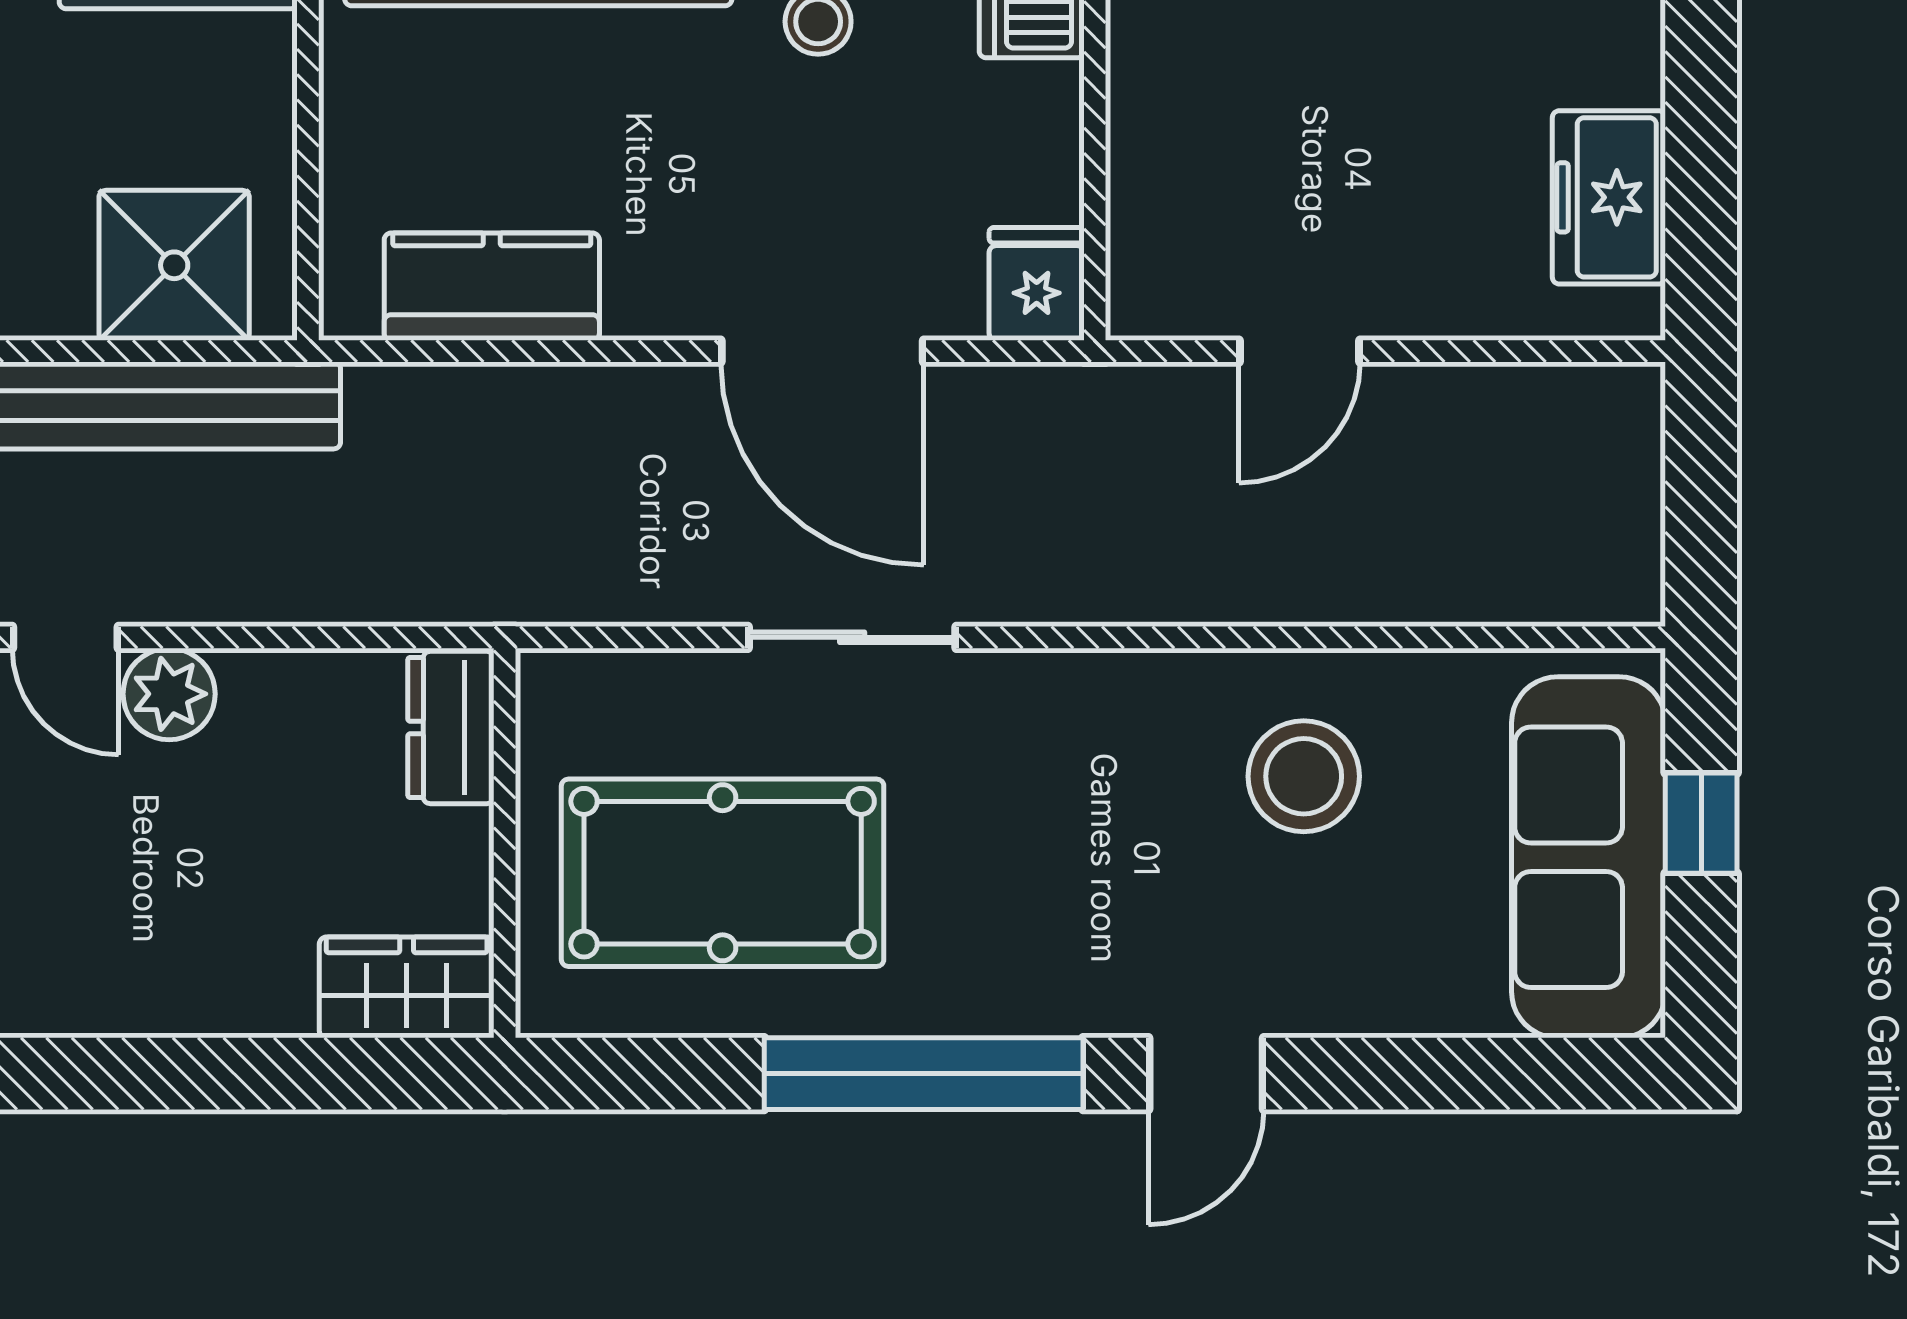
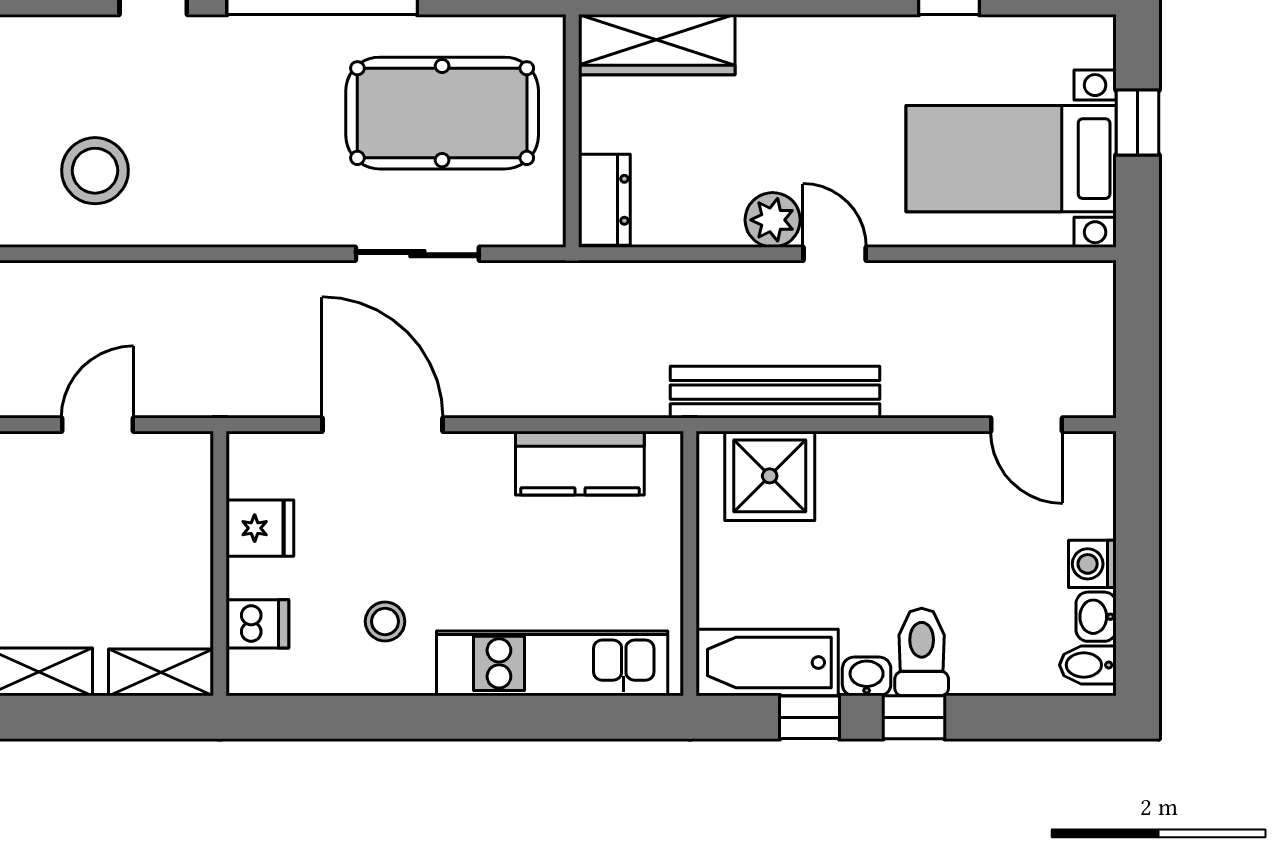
fridge: (1037, 284) -> (260, 528), moved, turned -90
sliding door: (852, 637) -> (417, 254), moved
wardrobe: (407, 987) -> (657, 45), width x1.50

